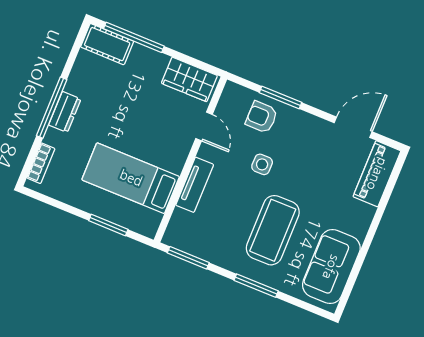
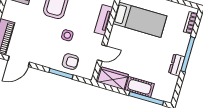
cot: (107, 44) -> (140, 87), moved
dresser: (65, 112) -> (177, 65), moved
door: (204, 126) -> (102, 53), swing flipped

